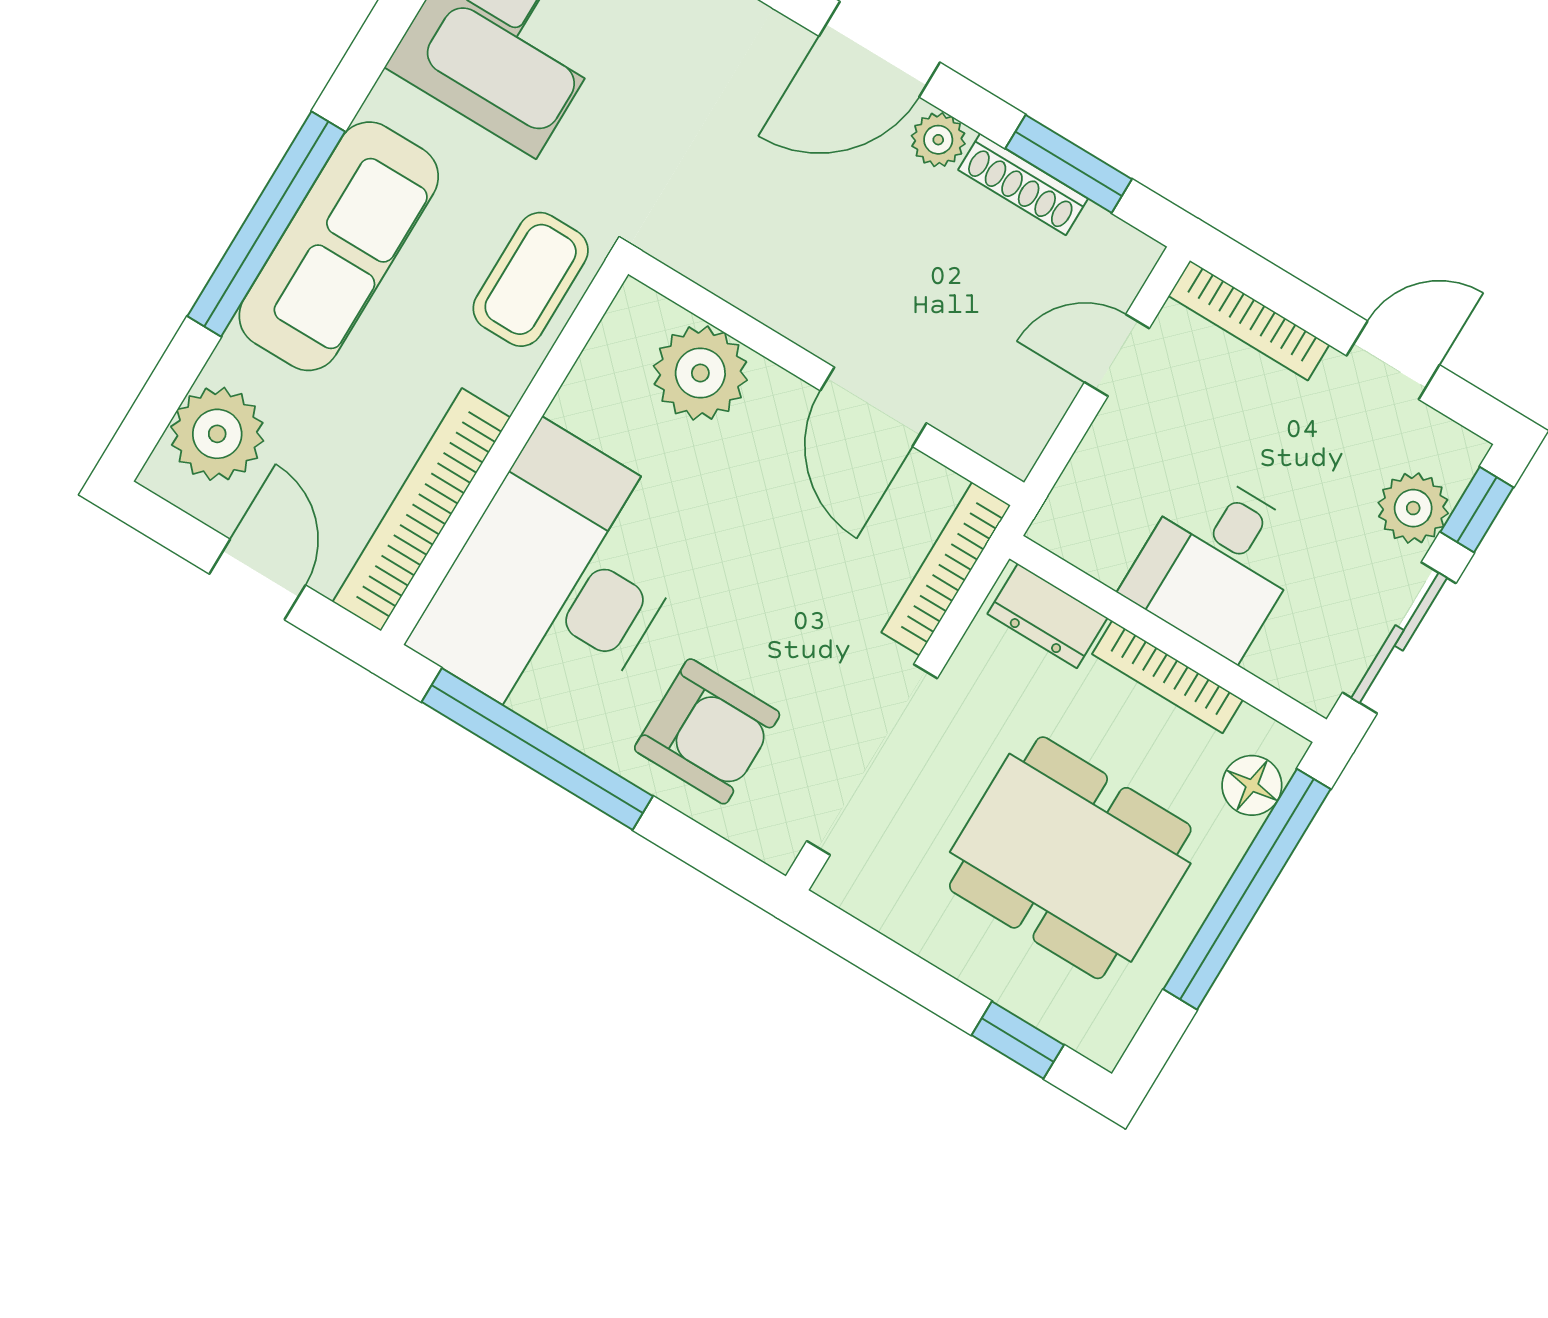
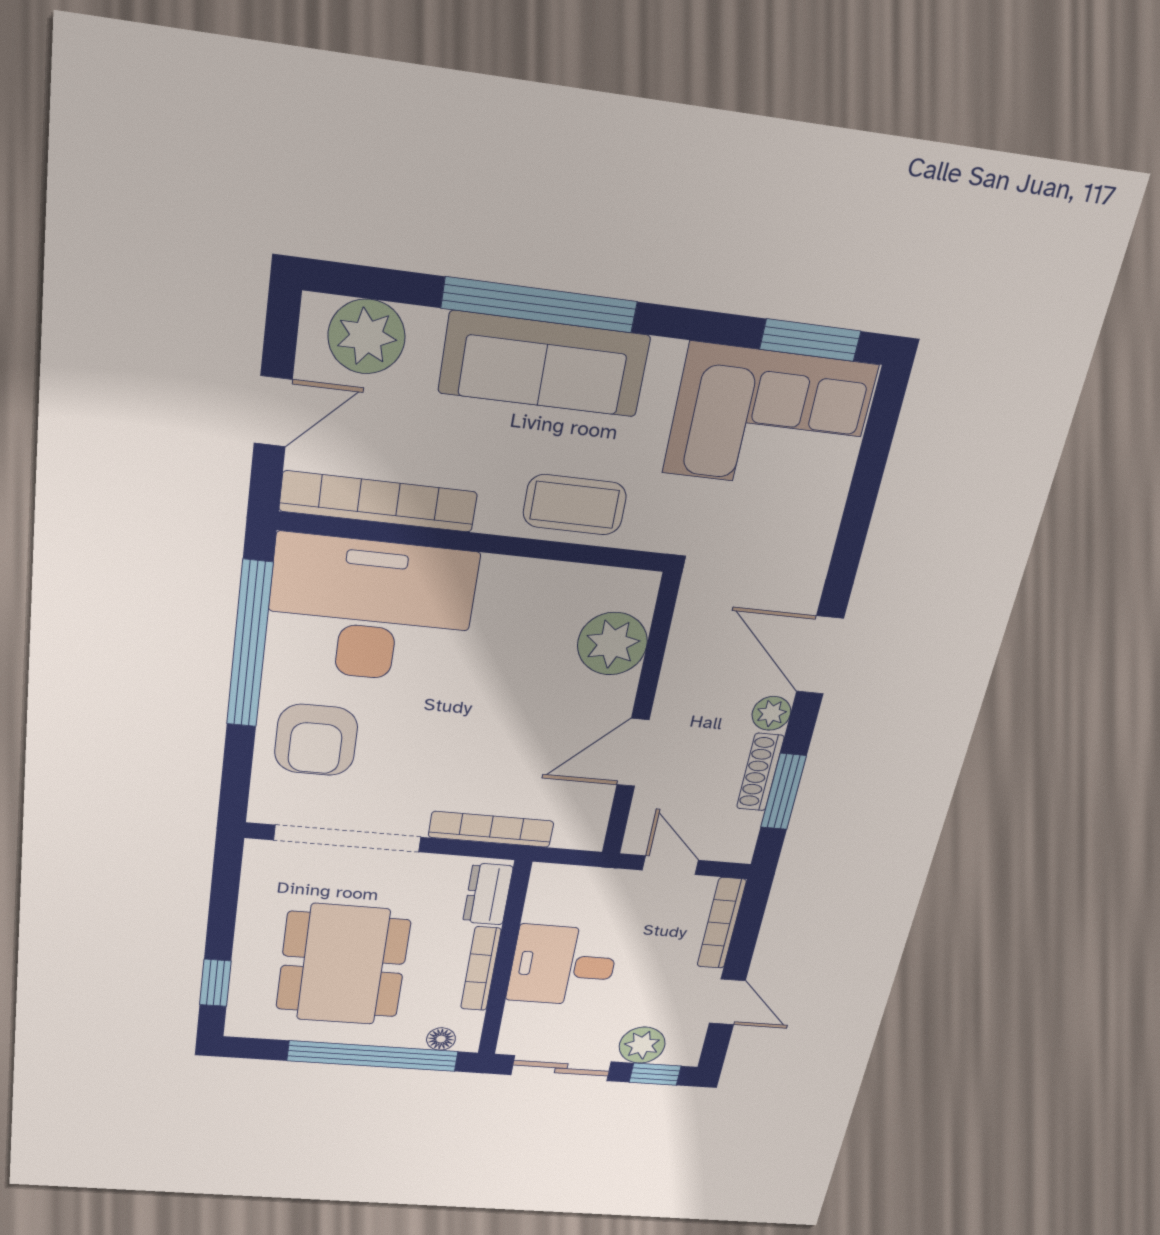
plant: (700, 373) -> (612, 644), moved
wall: (826, 378) -> (640, 718), moved
door: (873, 407) -> (633, 753), moved
floor lamp: (1252, 785) -> (441, 1039), width x0.73, depth x0.73

